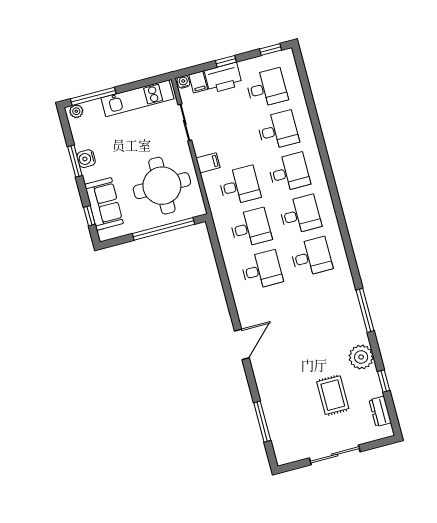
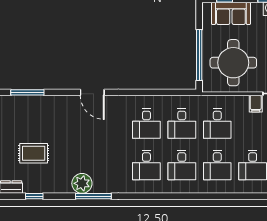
filing cabinet: (208, 163) -> (256, 104), moved
plant: (361, 357) -> (82, 183), moved

